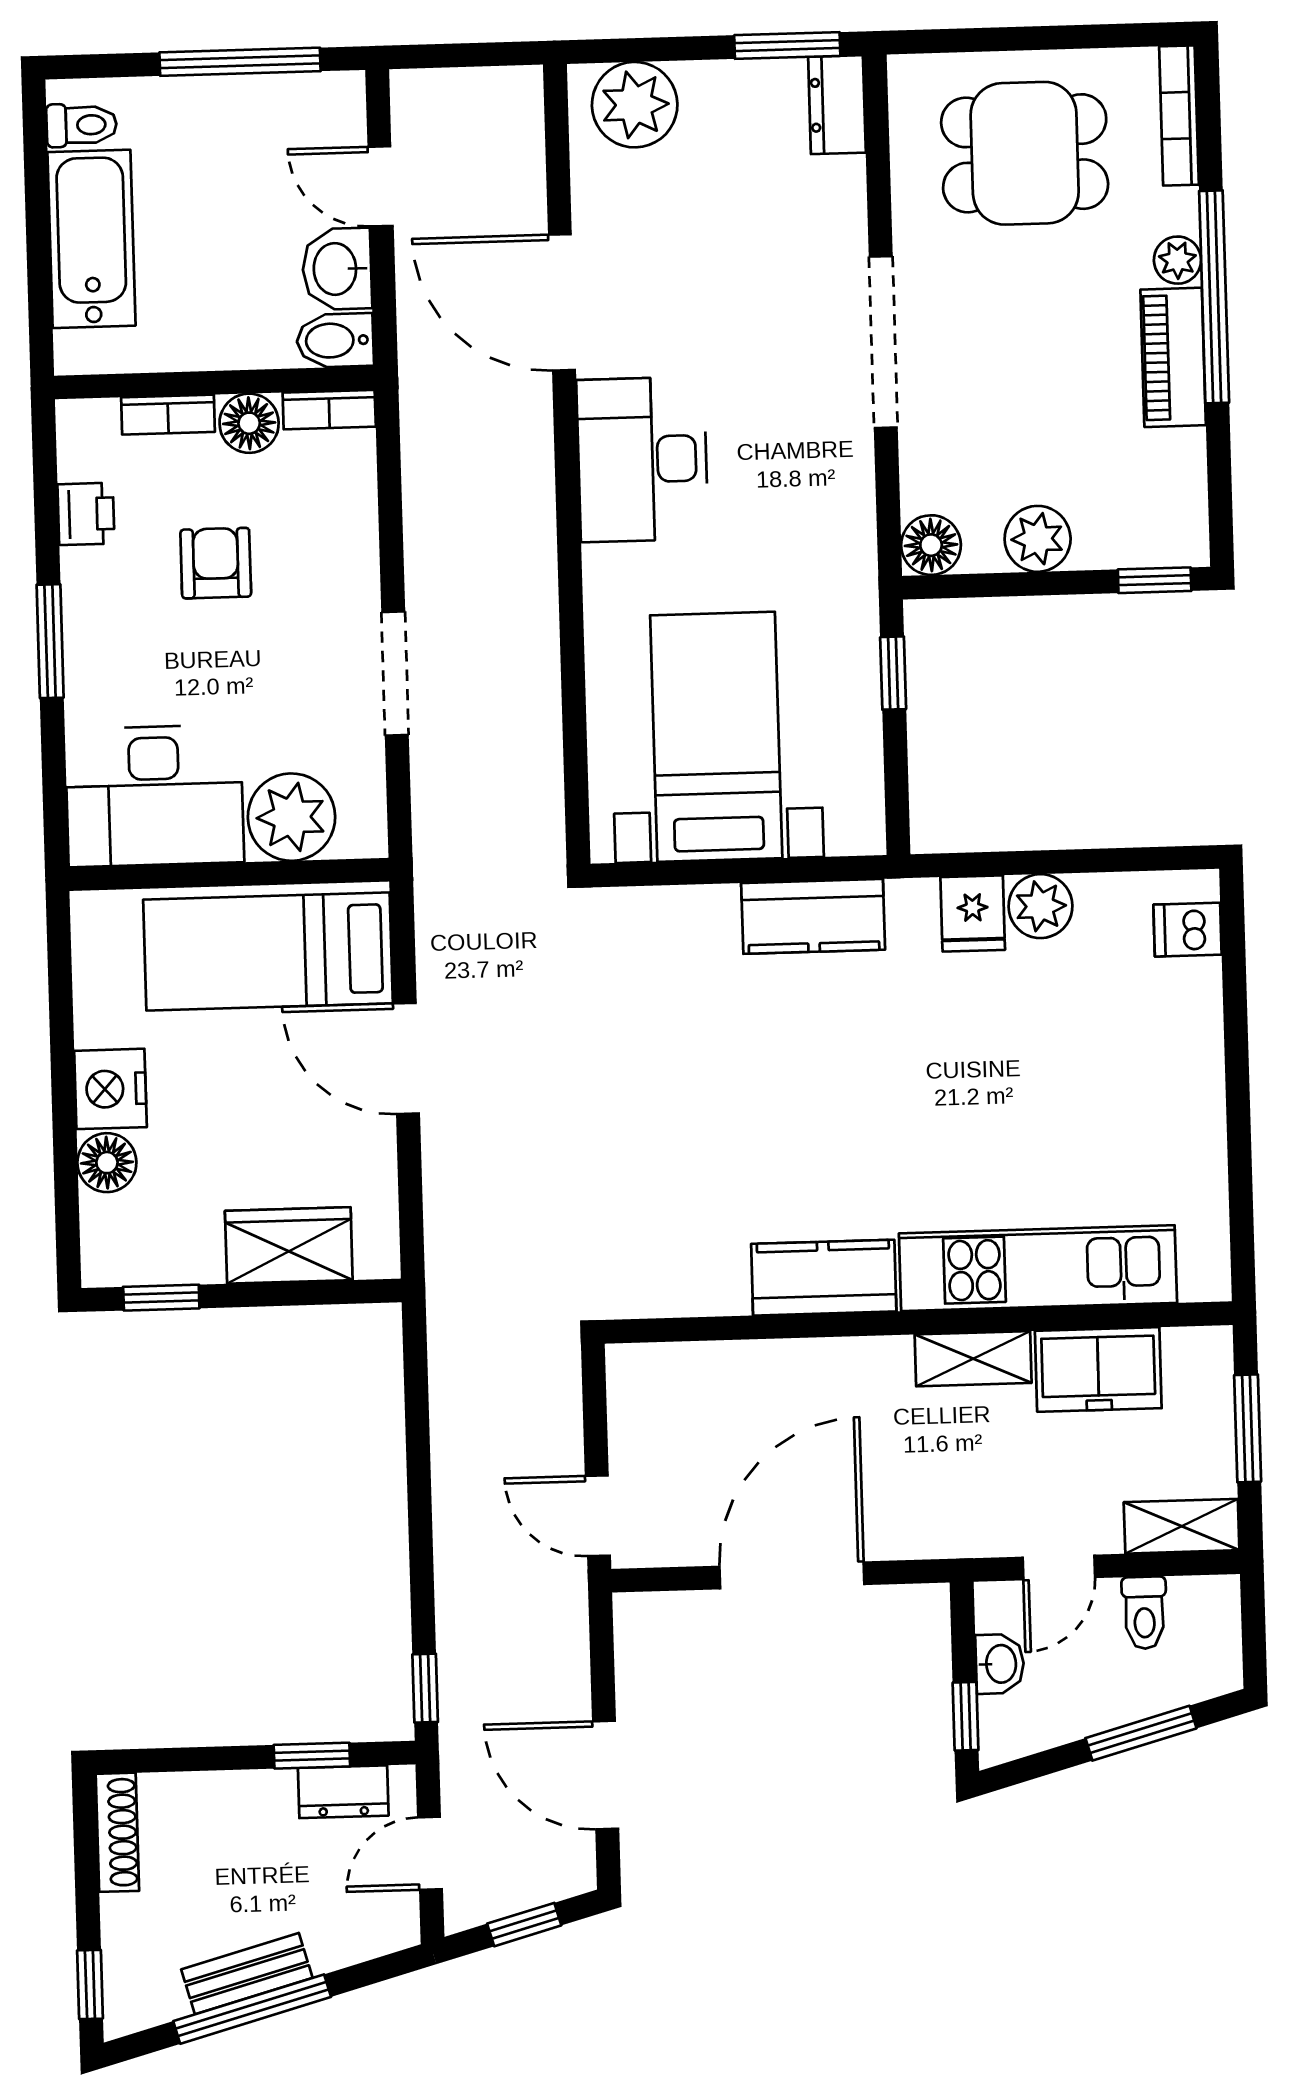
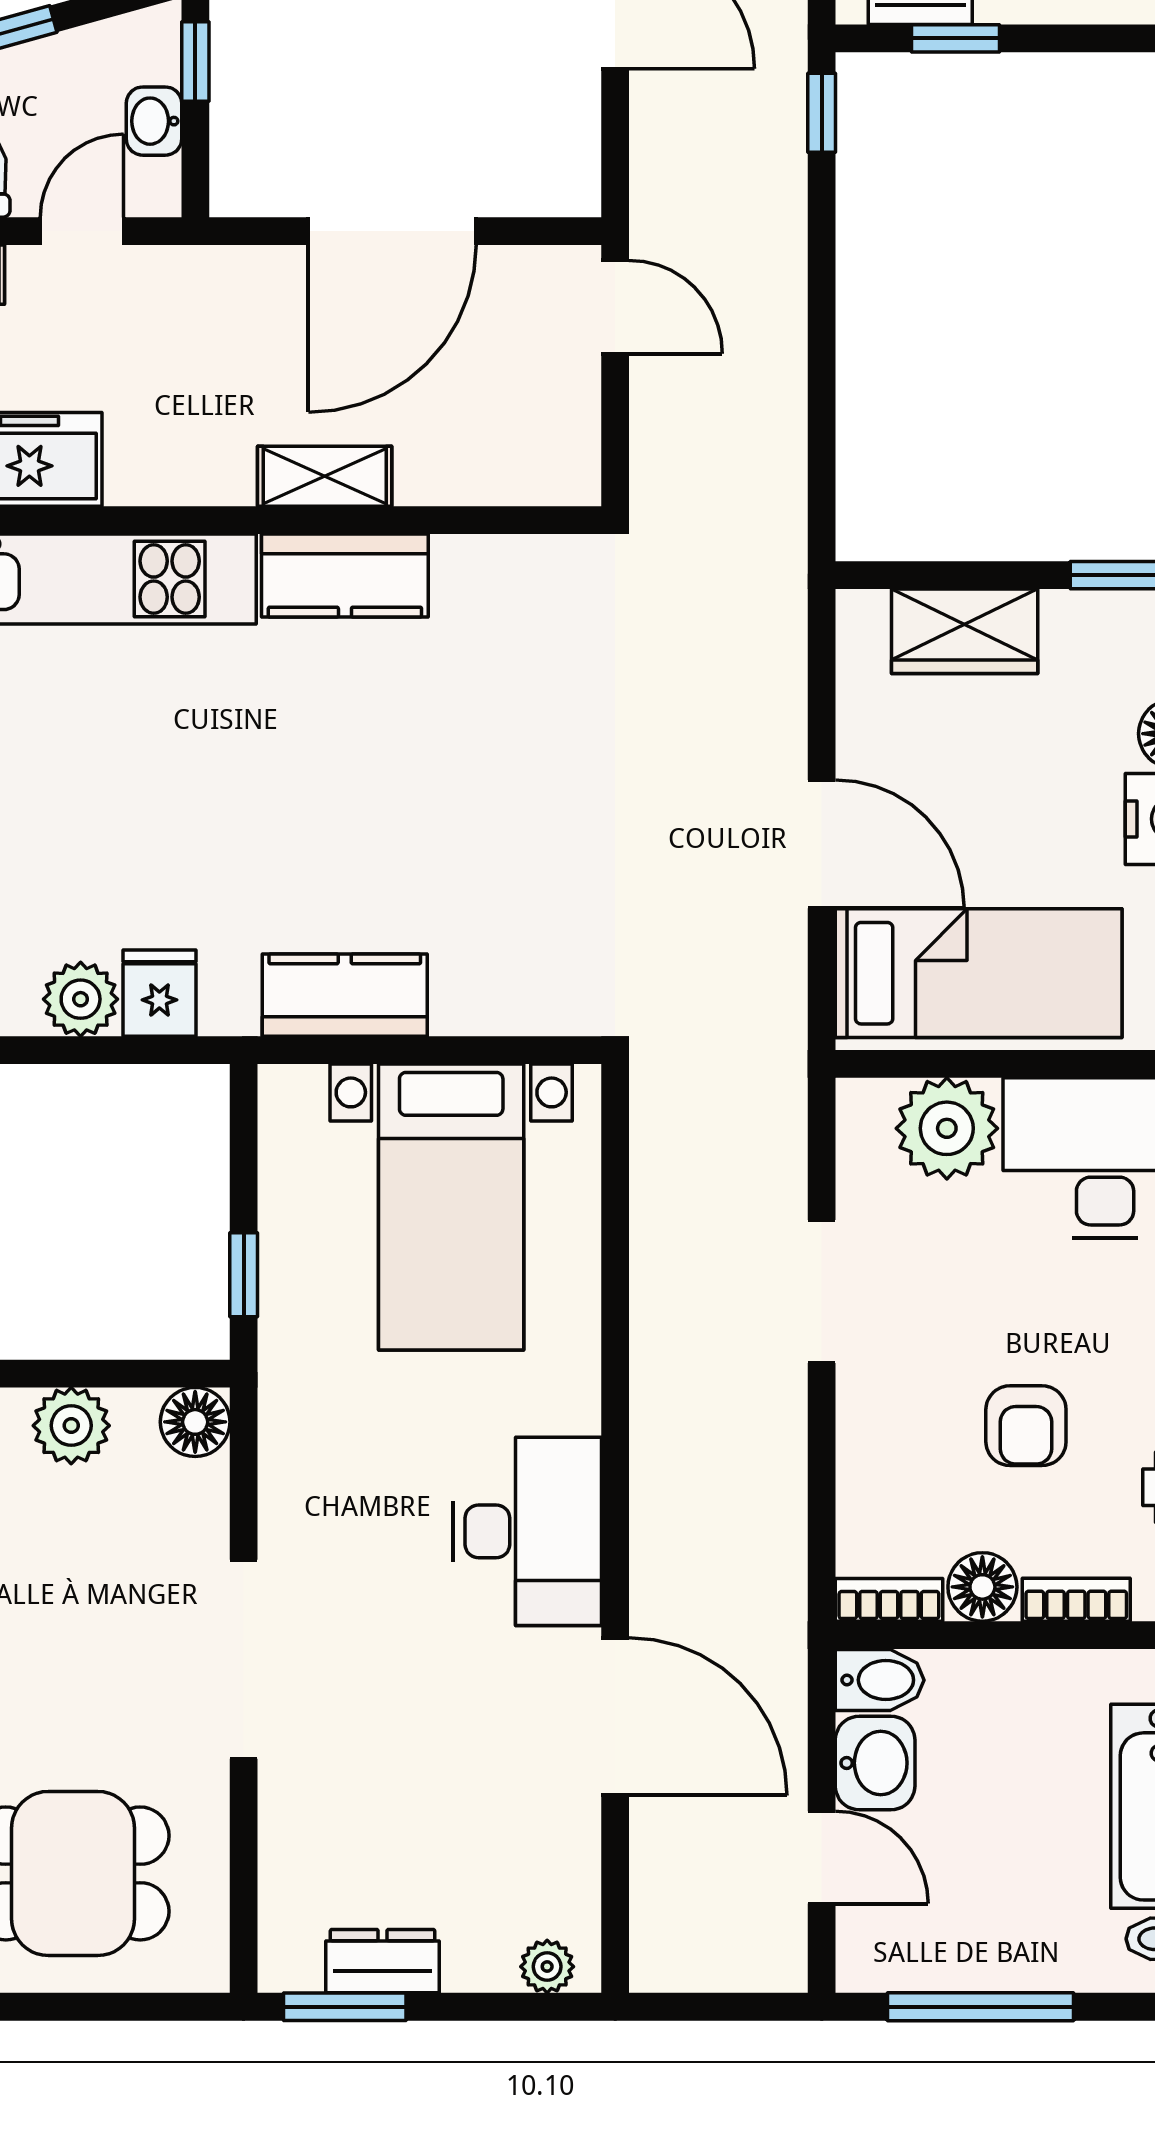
plant: (635, 105) -> (547, 1967), width x0.53, depth x0.53
dresser: (837, 105) -> (383, 1961), moved, turned -90
shelving: (973, 1359) -> (325, 476), moved

